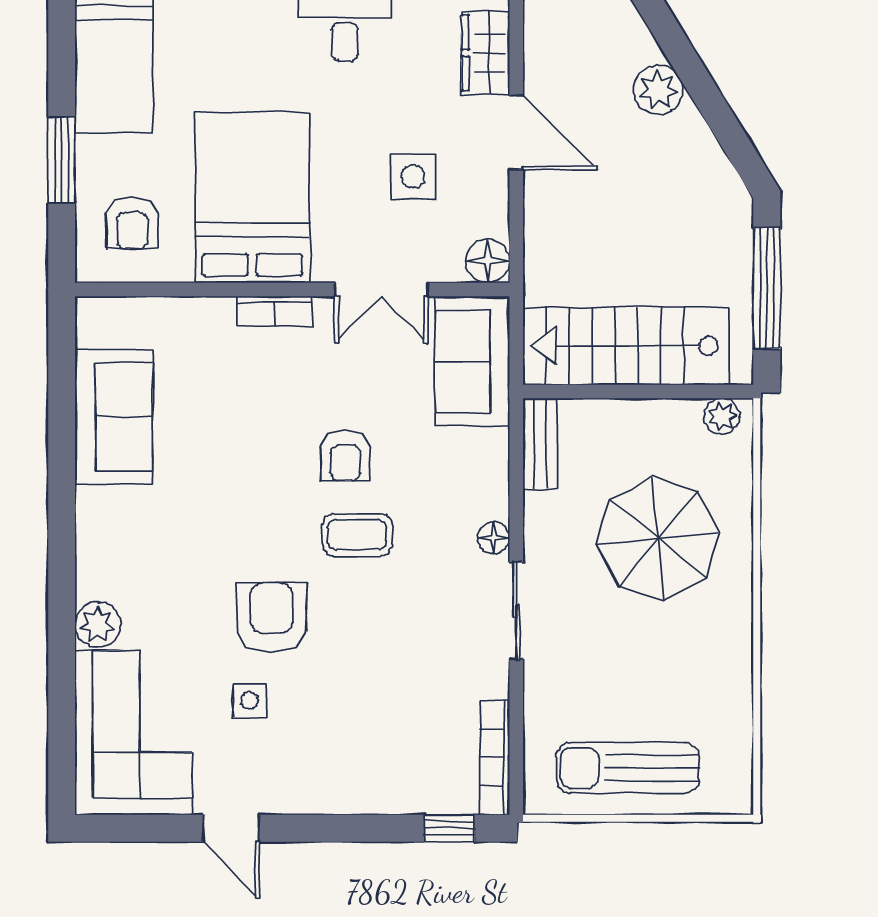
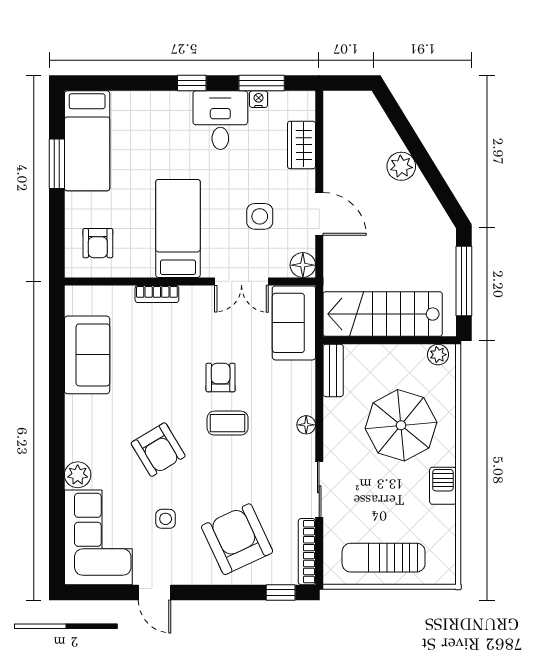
door: (516, 132) -> (319, 214), moved
window: (62, 160) -> (57, 164), moved
bed: (252, 198) -> (178, 228), width x0.67
bookcase: (275, 311) -> (157, 294), moved
armchair: (345, 456) -> (221, 378), turned 180
sliding door: (516, 611) -> (319, 489), moved
armchair: (272, 618) -> (158, 450), moved, turned 149
barbecue: (731, 643) -> (443, 486), added
armchair: (374, 736) -> (237, 539), added

